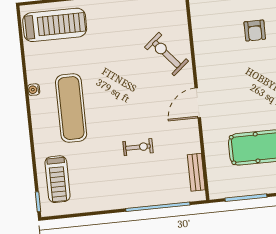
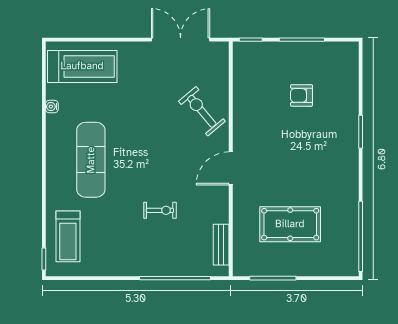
armchair: (255, 31) -> (301, 95), turned 90
water cooler: (34, 90) -> (52, 107), moved

